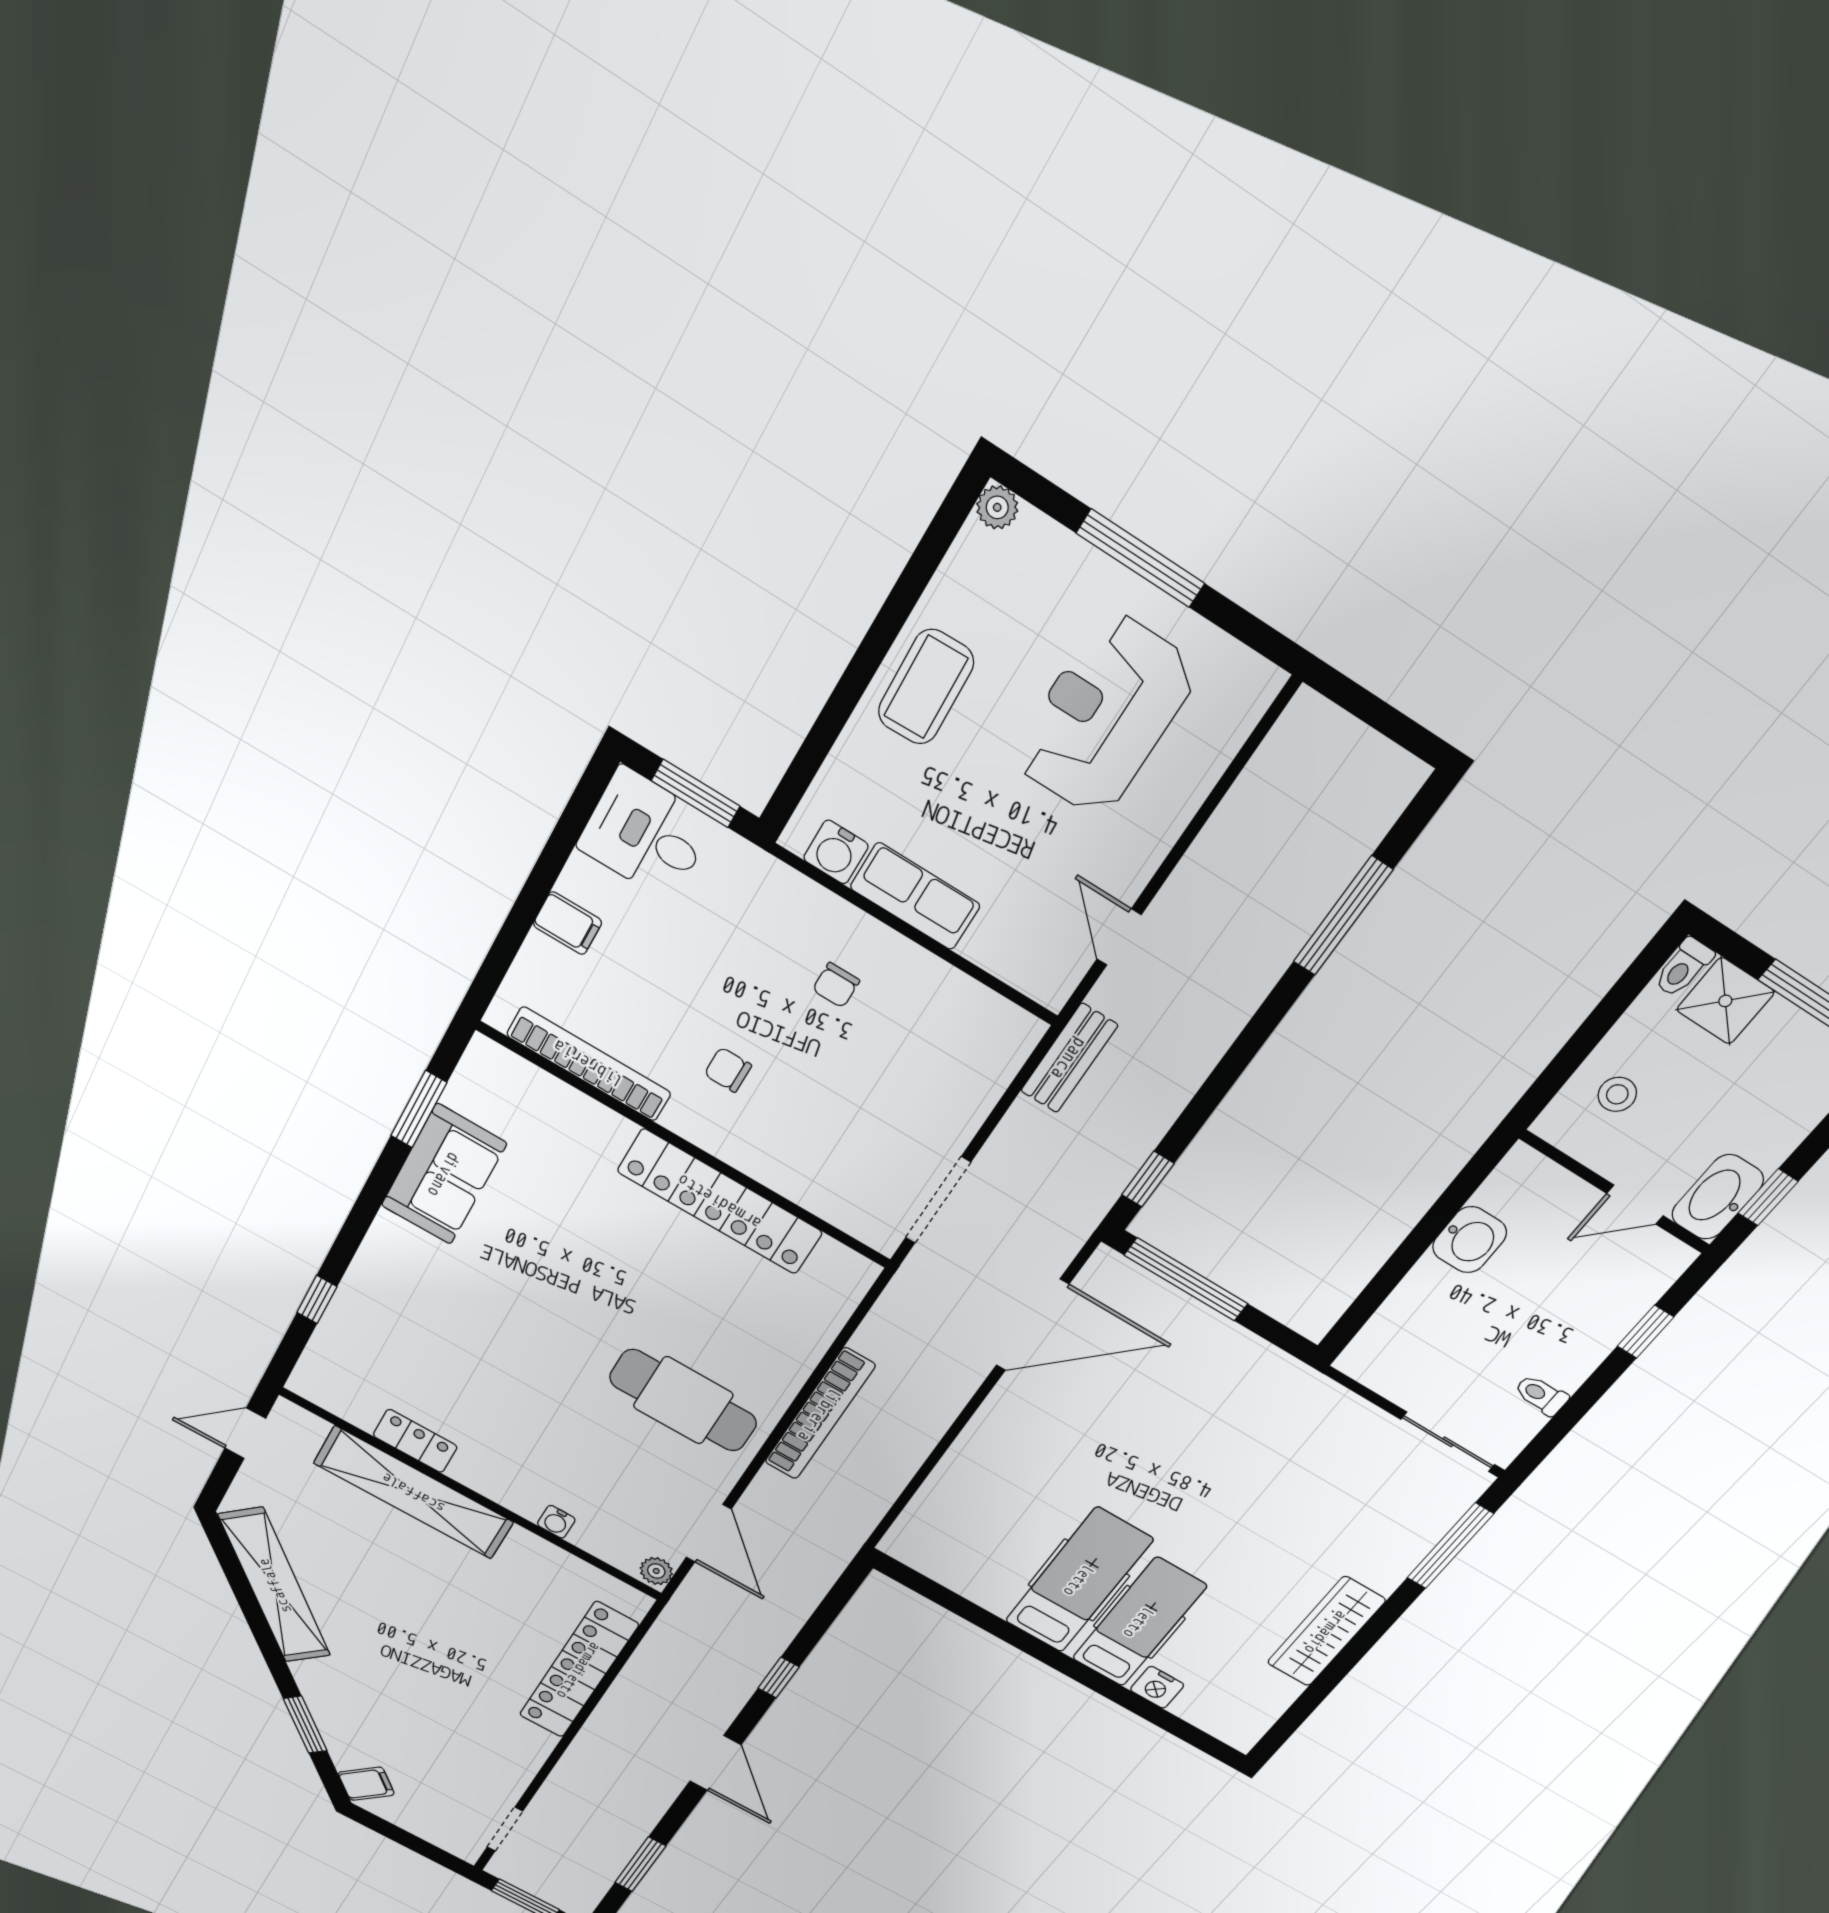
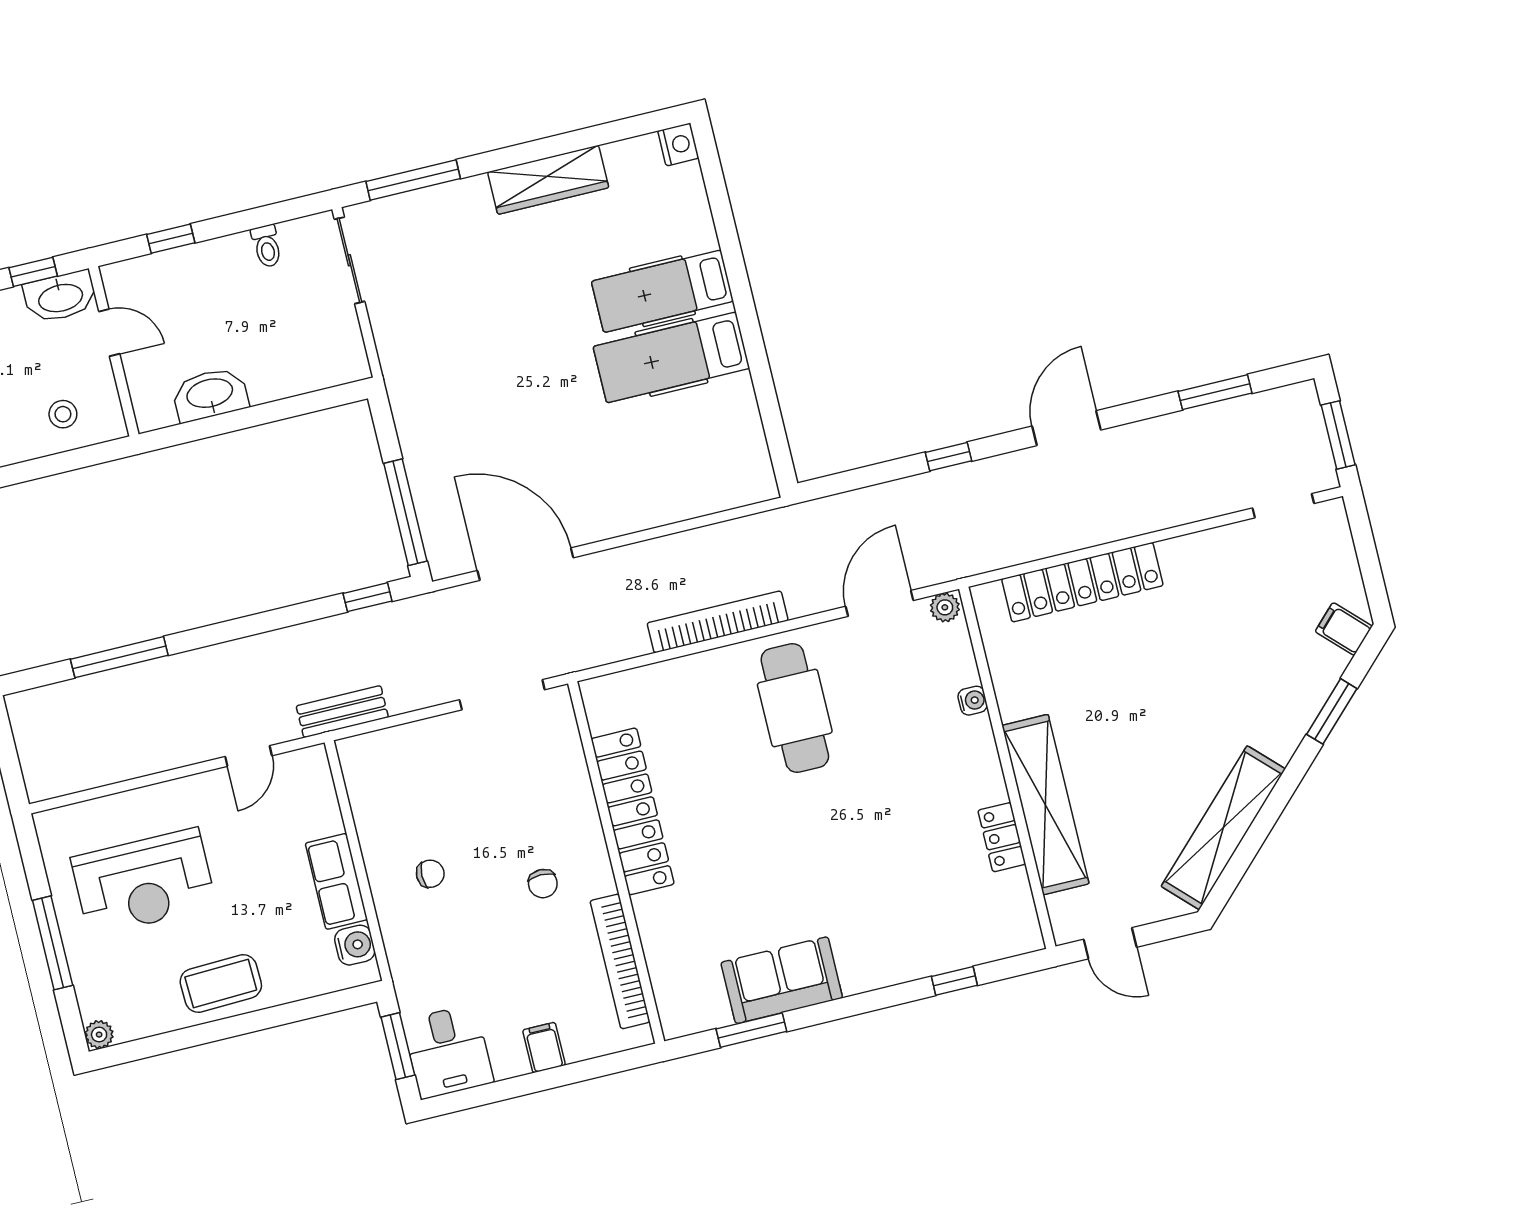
washbasin: (1470, 1240) -> (210, 394), width x1.38
nightstand: (1157, 1687) -> (678, 144), moved

